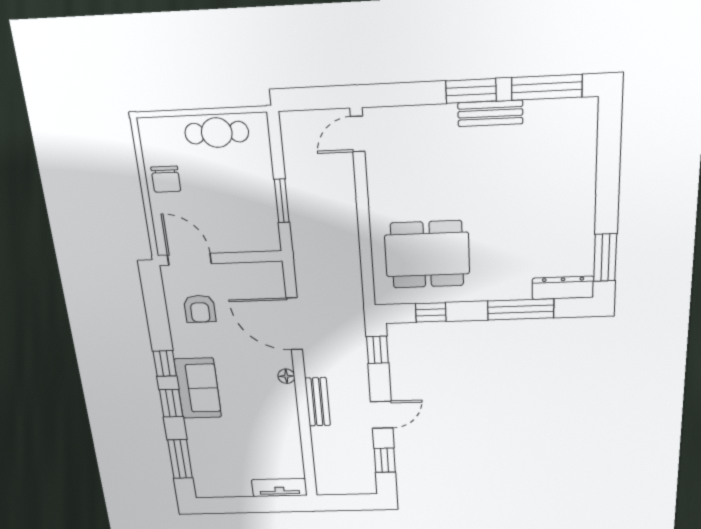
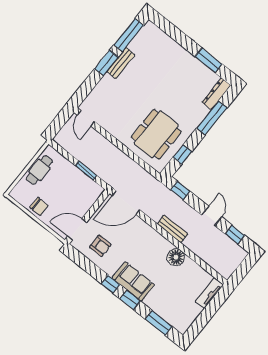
window: (605, 258) -> (209, 60), moved
door: (294, 324) -> (126, 203), moved
floor lamp: (286, 376) -> (176, 257), moved, width x1.89, depth x1.89
bench: (318, 402) -> (172, 229), moved

